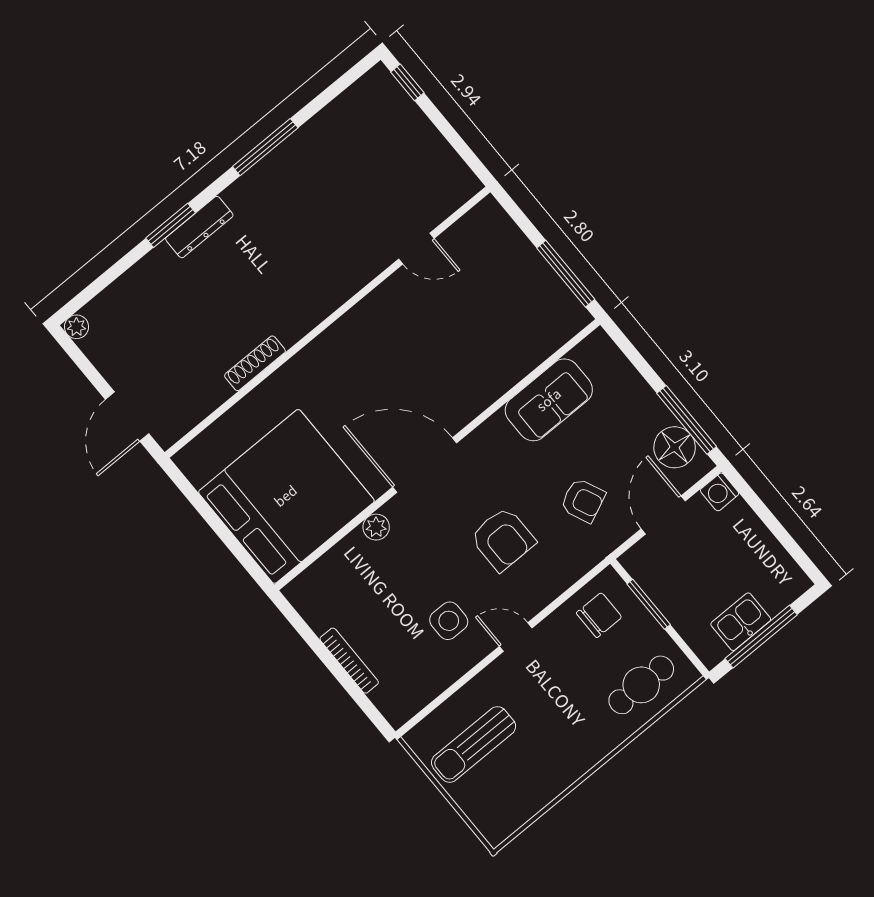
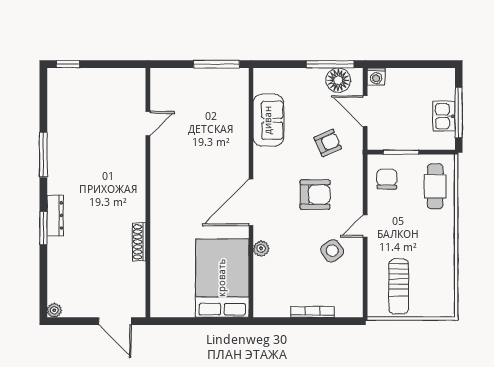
bed: (286, 496) -> (222, 278), width x0.73
side table: (449, 621) -> (332, 251), turned -34

